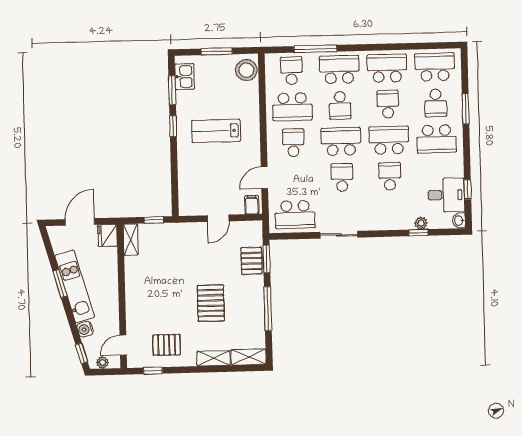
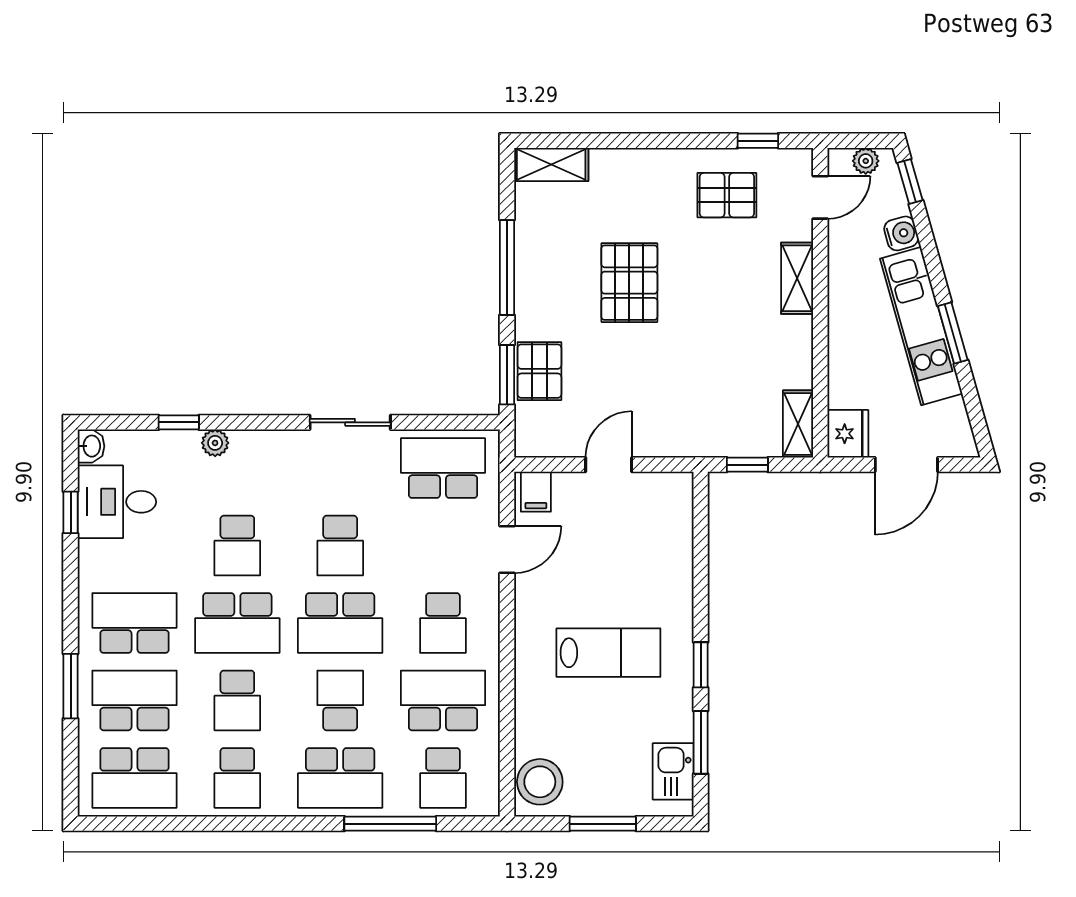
school desk: (387, 68) -> (237, 778), width x0.54
school desk: (436, 103) -> (134, 700), width x1.85
plant: (421, 223) -> (215, 443), moved
shelving: (213, 358) -> (797, 278), moved, turned 90

